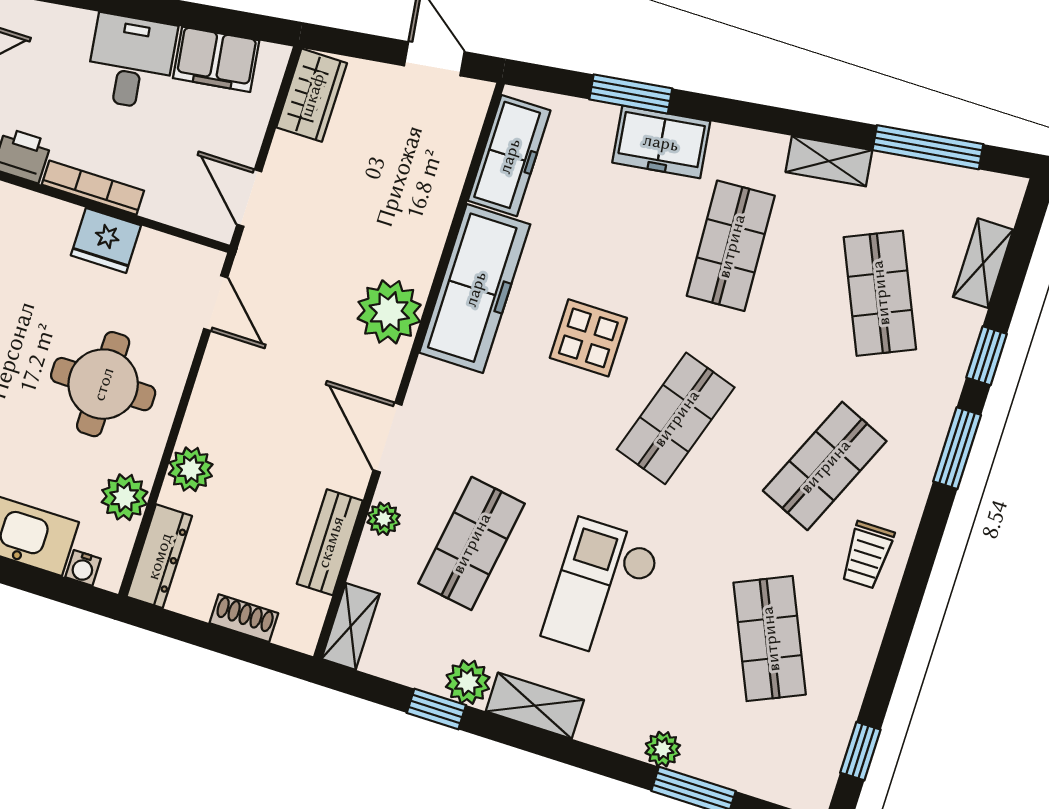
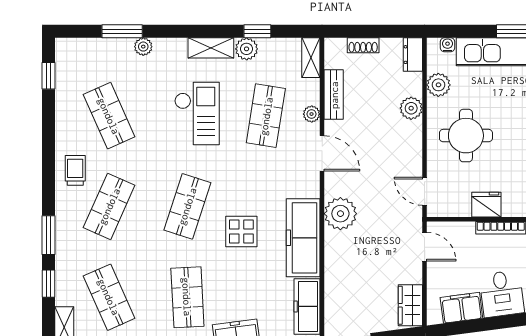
dresser: (159, 556) -> (413, 55), width x0.70

